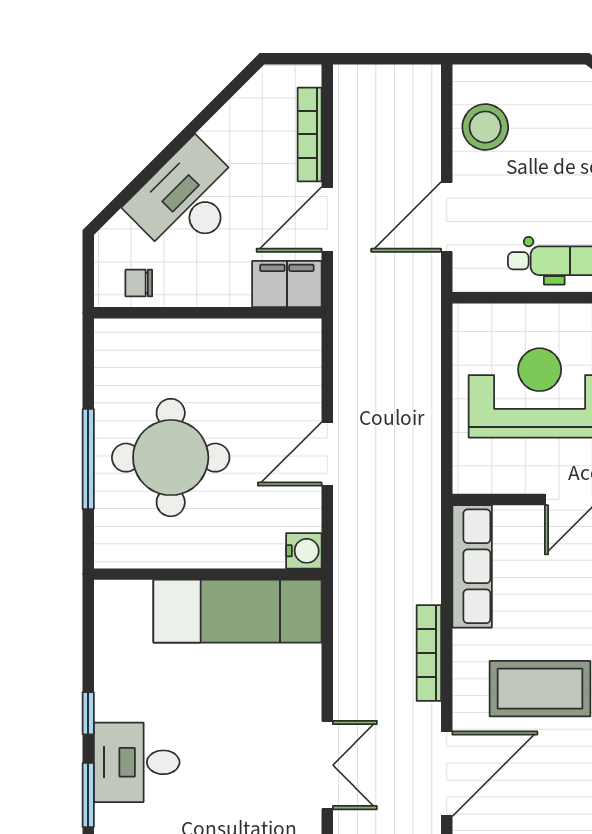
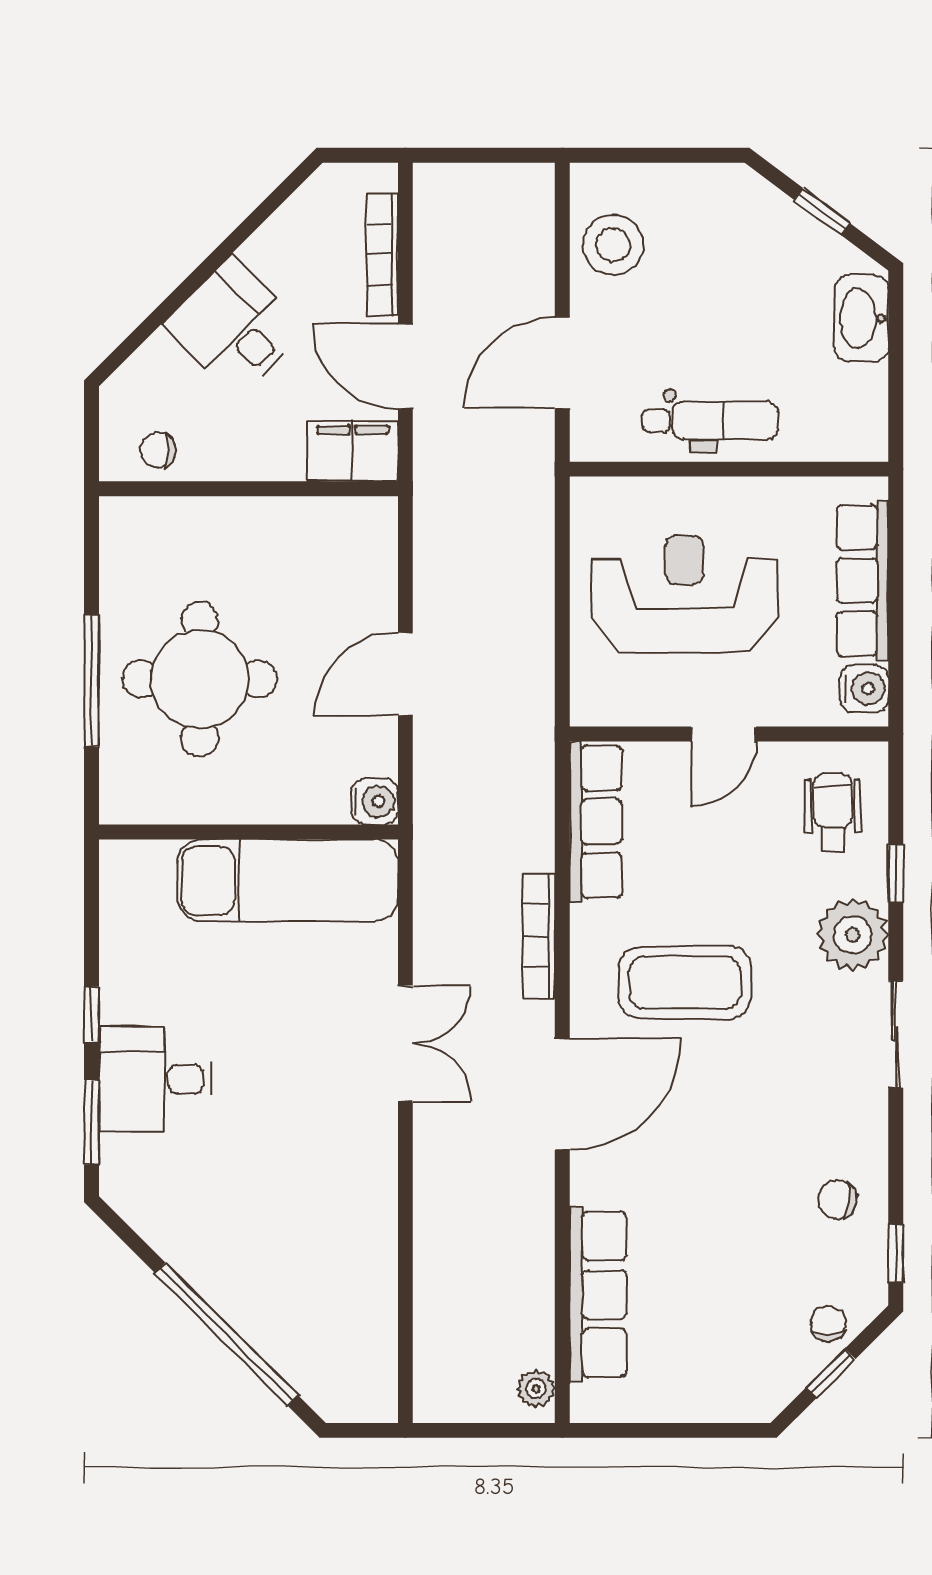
desk: (187, 200) -> (235, 327), width x0.73
door: (327, 219) -> (405, 366), hinge flipped
double door: (327, 765) -> (405, 1043), moved

